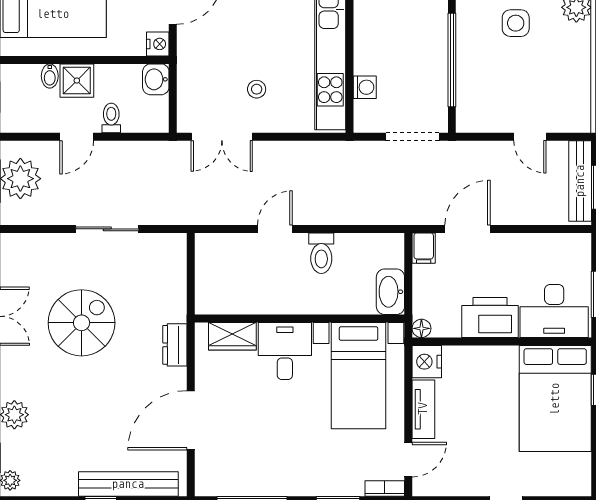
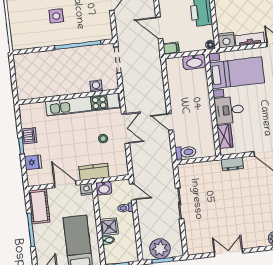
kitchen counter: (191, 63) -> (94, 172), added
door: (77, 137) -> (133, 192), moved
double door: (222, 137) -> (125, 129), moved
toilet: (321, 253) -> (186, 152), moved
spiral stairs: (82, 323) -> (227, 211), removed

